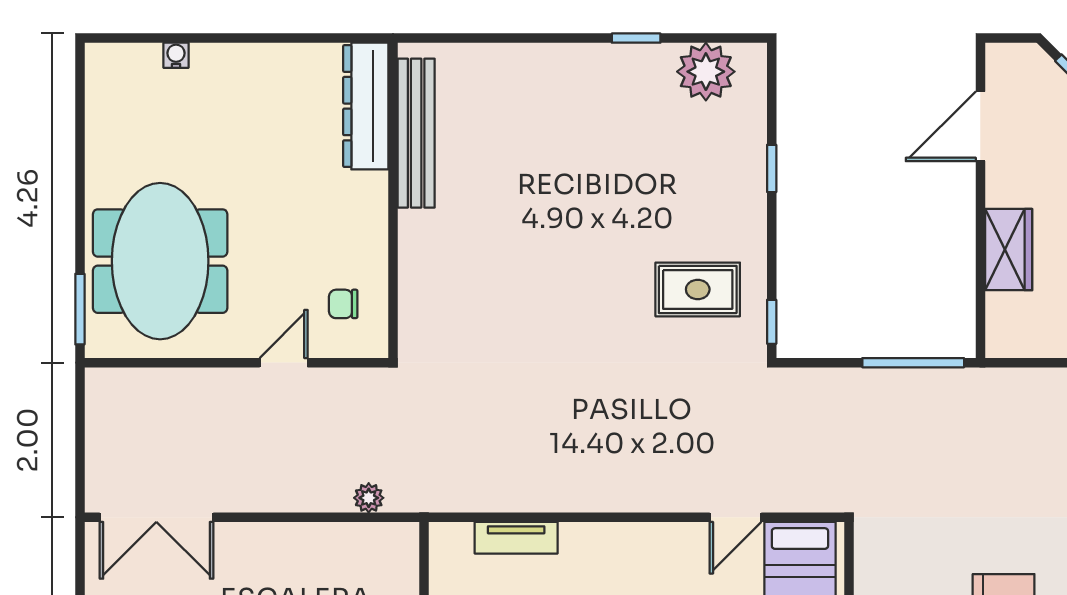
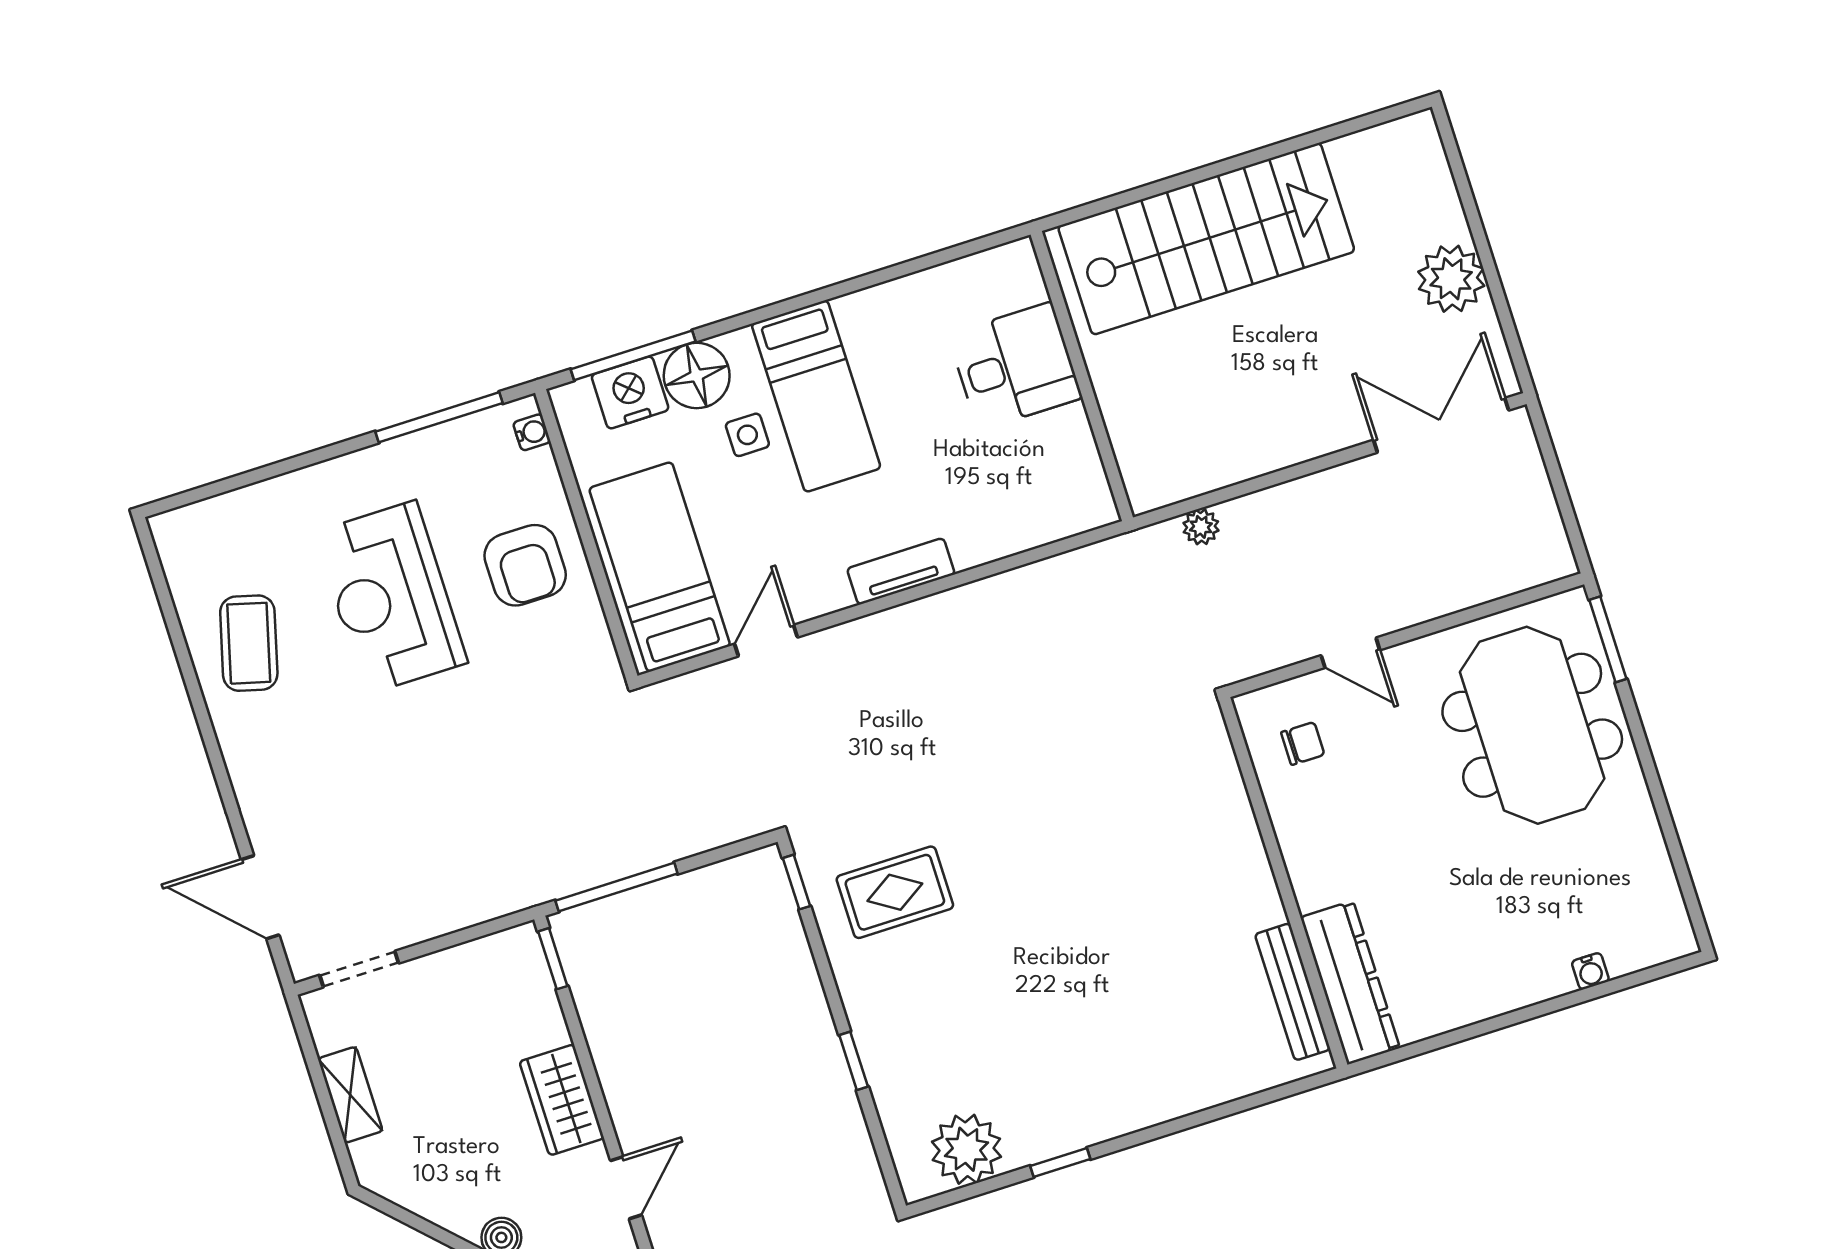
door: (980, 126) -> (626, 1188), width x0.73
bench: (416, 133) -> (1293, 992), width x0.73, depth x0.82
wardrobe: (1009, 250) -> (562, 1100), moved
window: (980, 323) -> (553, 959), added
door: (284, 363) -> (1350, 653), hinge flipped
tv unit: (516, 538) -> (901, 571), moved

